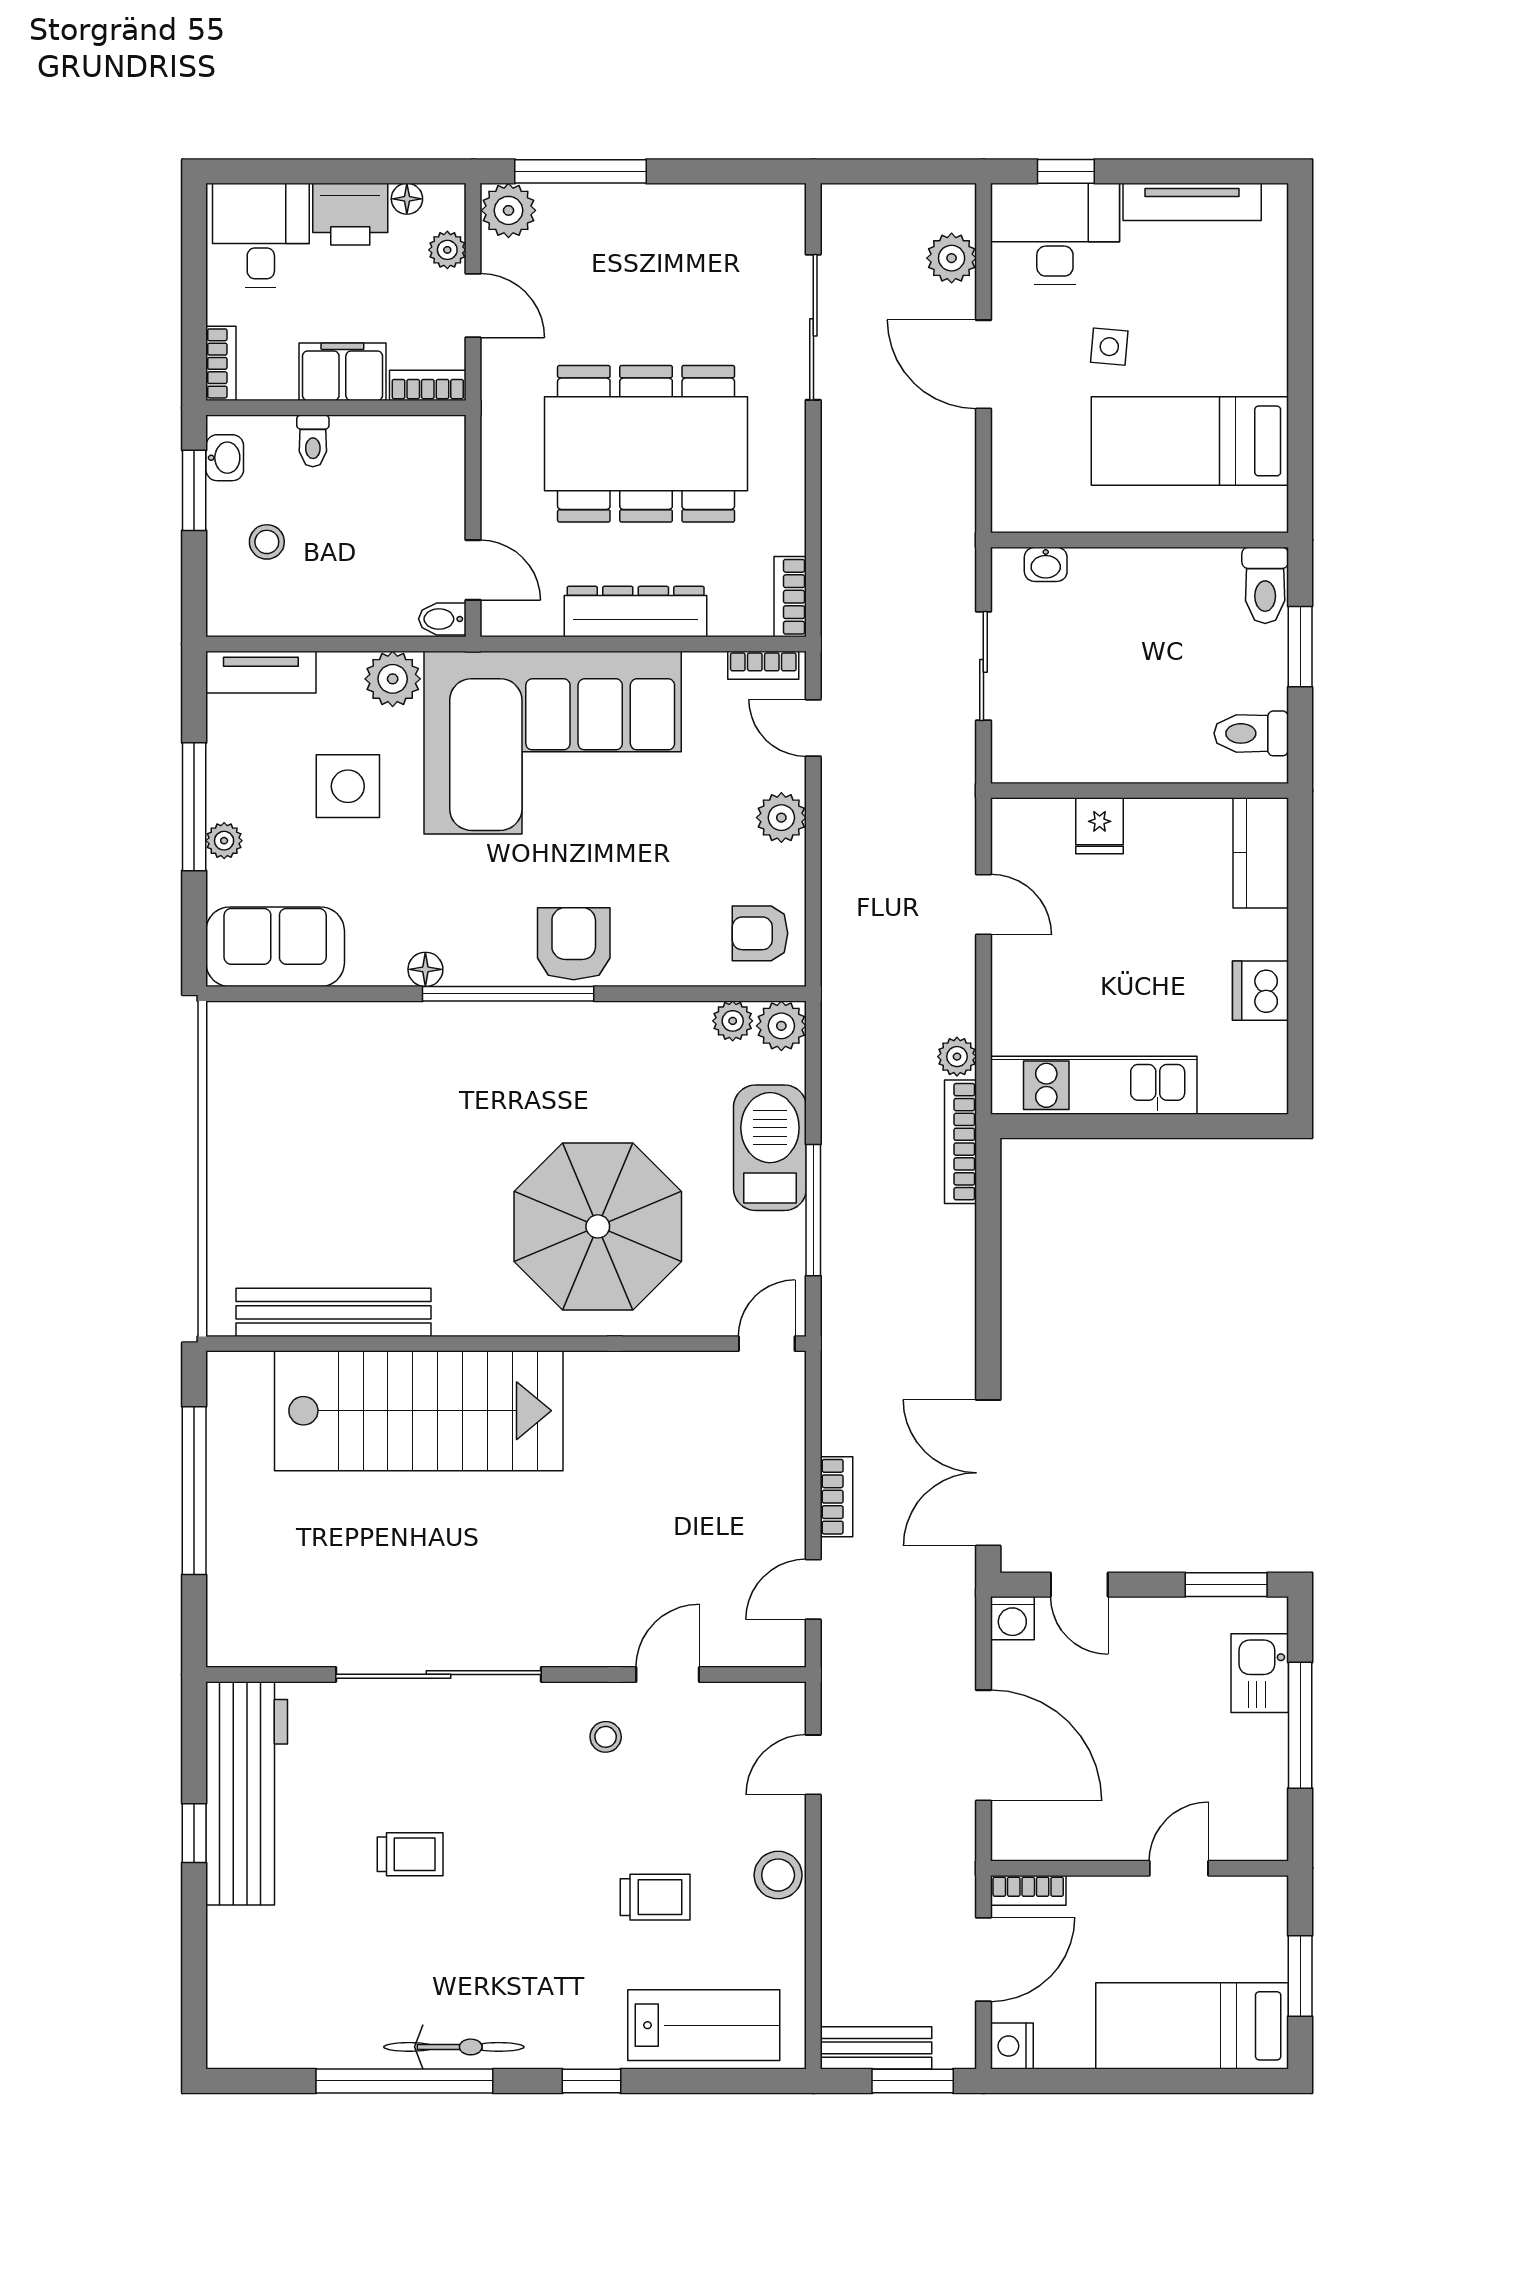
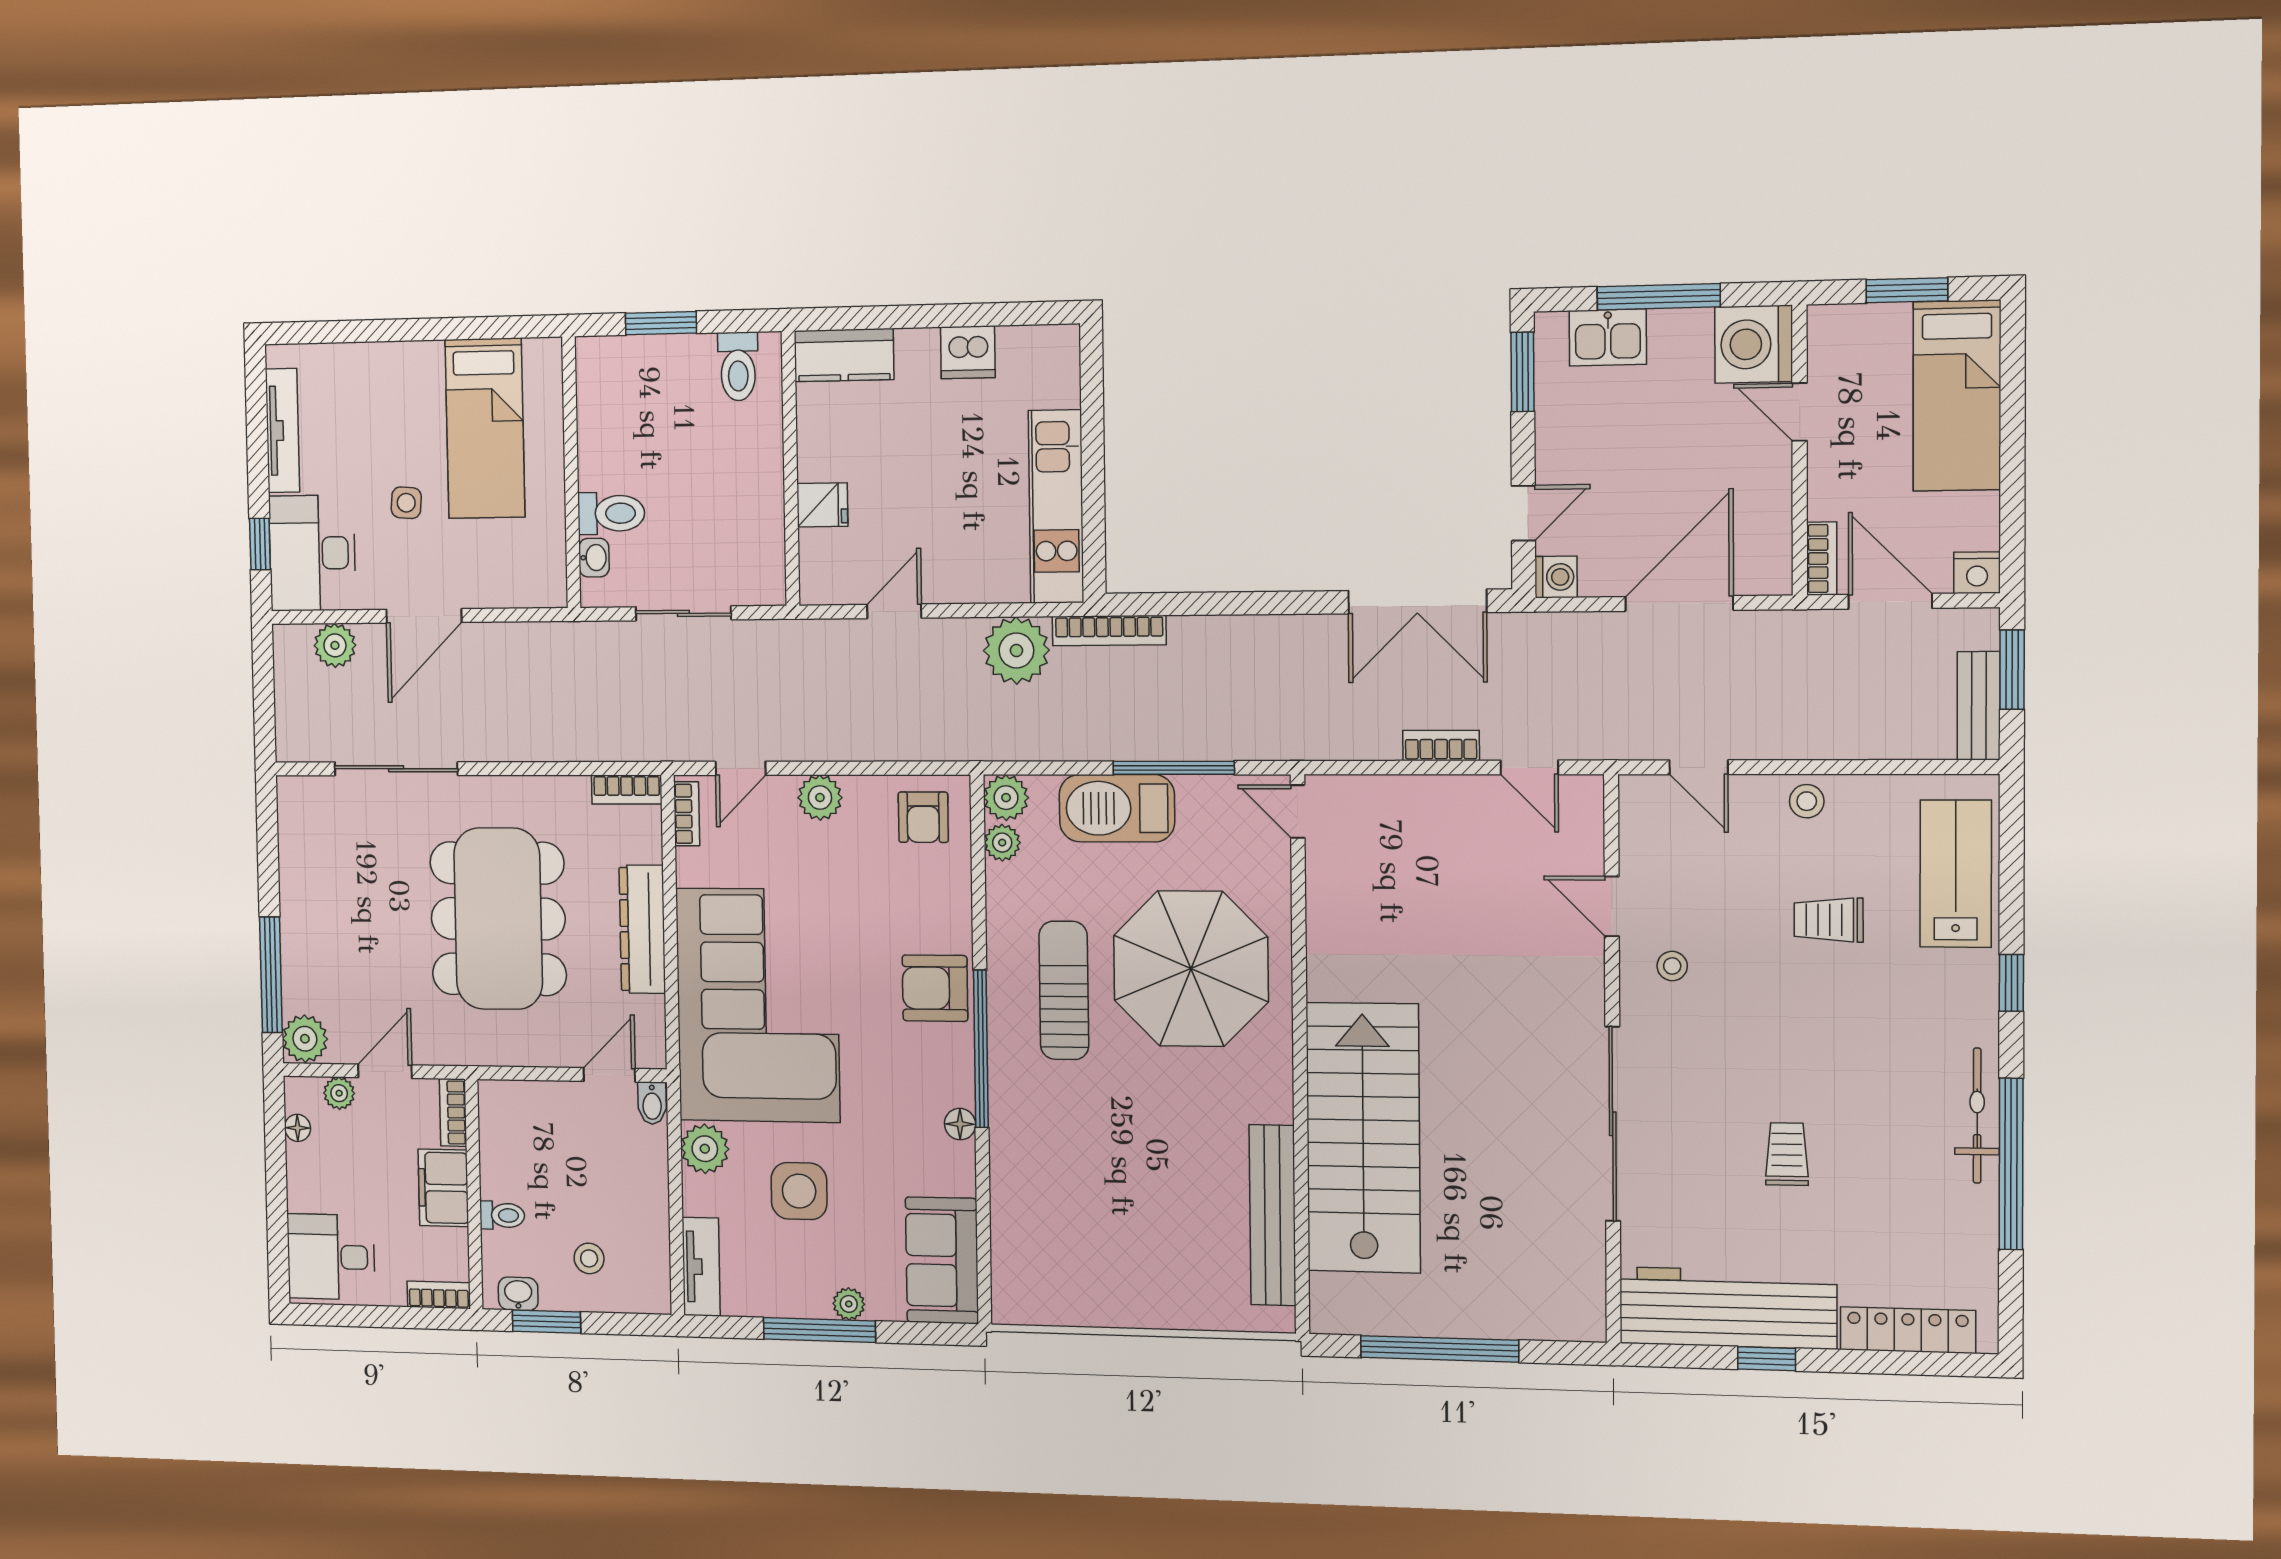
printer: (350, 214) -> (312, 1178), removed
toilet: (1265, 585) -> (611, 513), moved
plant: (957, 1057) -> (1016, 650), width x1.87, depth x1.87
sun lounger: (573, 1087) -> (1064, 990), added
washing machine: (1249, 1822) -> (1754, 344), added
stool: (778, 1875) -> (1807, 801), width x0.73, depth x0.73
trolley: (655, 1897) -> (1829, 920), turned -90
locker: (229, 1977) -> (1908, 1330), added

